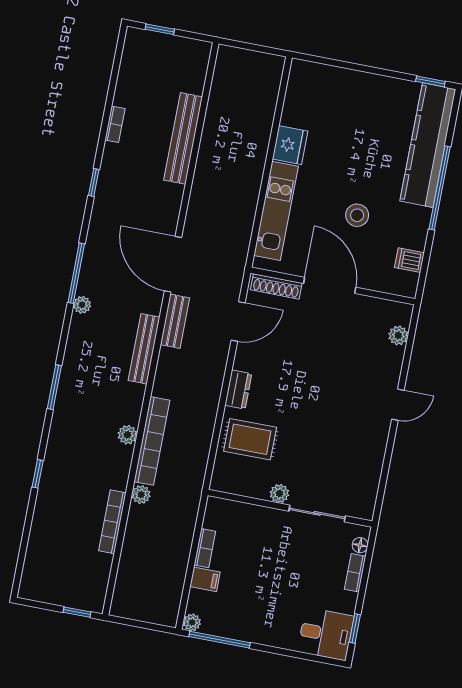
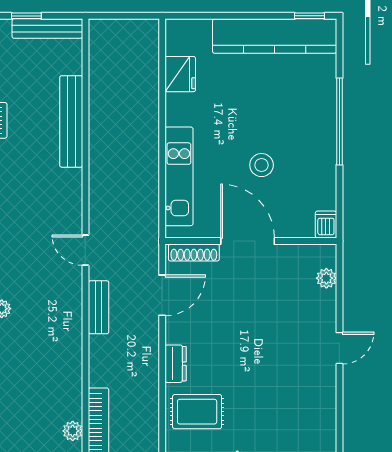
fridge: (290, 145) -> (180, 74), moved
kitchen counter: (428, 145) -> (275, 36), moved, turned -90
dishwasher: (409, 260) -> (326, 225), moved, turned 90
door: (173, 264) -> (85, 250), width x0.53
bench: (144, 349) -> (47, 29), moved, turned 90

